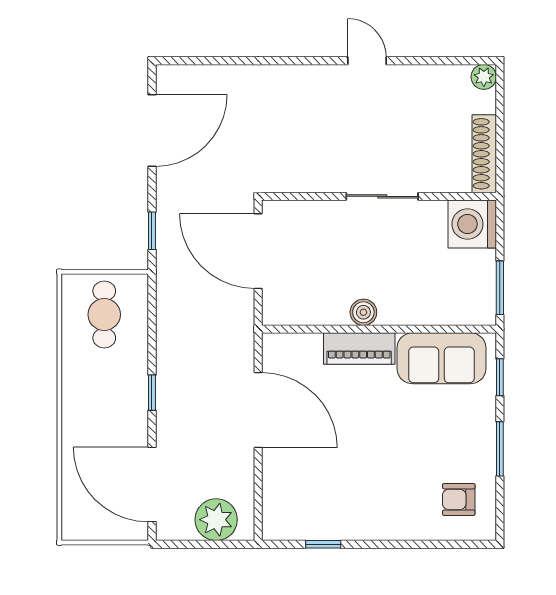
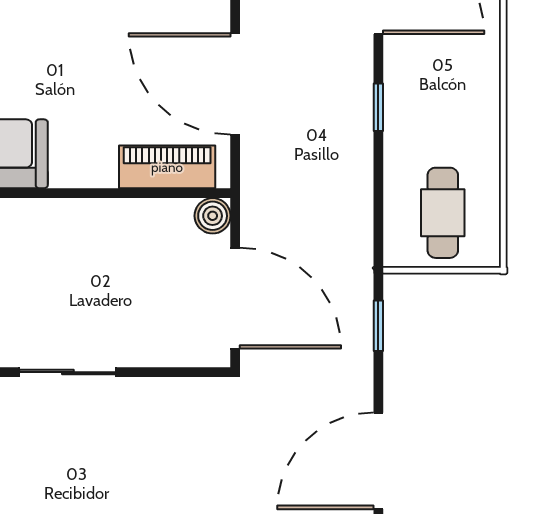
boiler: (363, 312) -> (213, 216), moved
piano: (359, 348) -> (167, 167), moved

